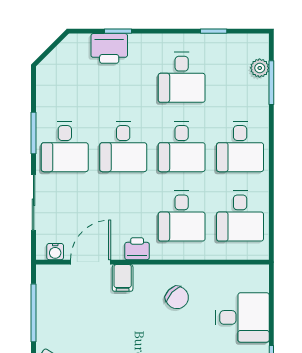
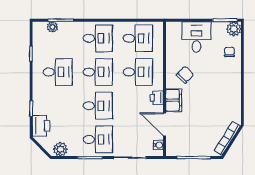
printer: (109, 48) -> (41, 126), moved
plant: (48, 82) -> (60, 149), added
filing cabinet: (123, 278) -> (174, 100), width x2.00

